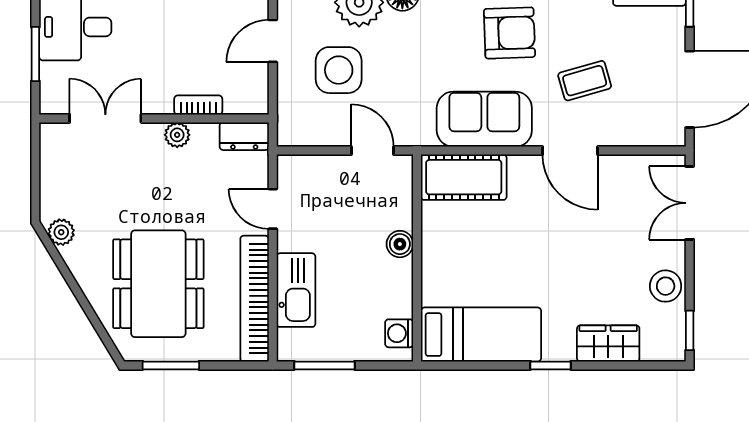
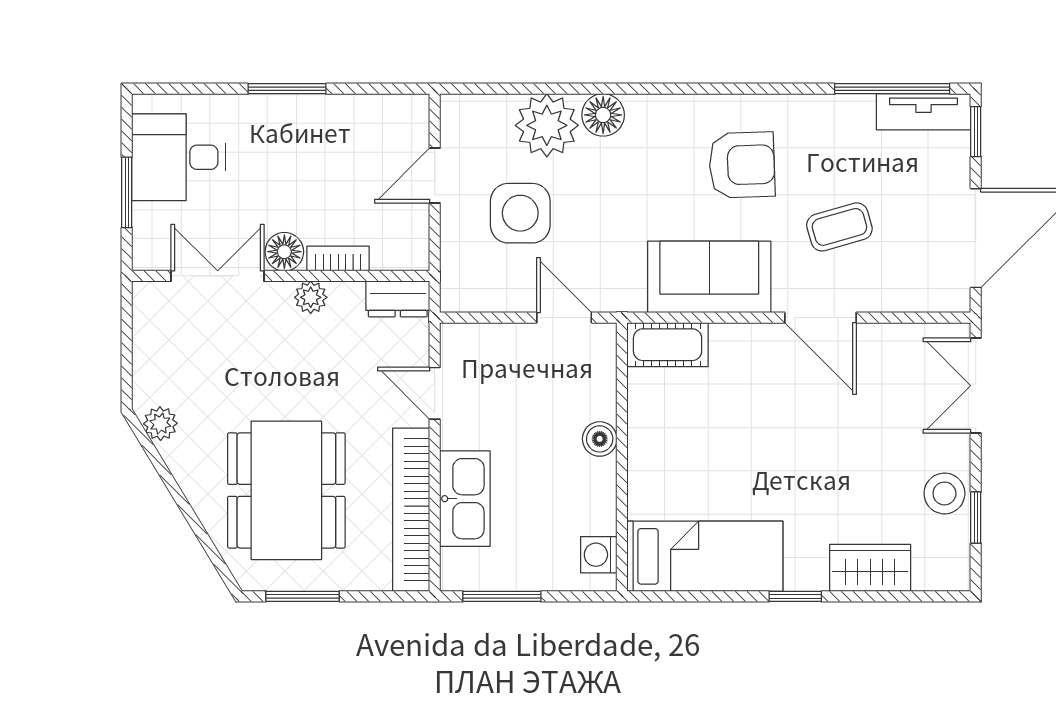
floor lamp: (157, 100) -> (284, 252), added
cot: (464, 177) -> (668, 345), width x0.73, depth x0.75
window: (690, 330) -> (976, 518), moved

